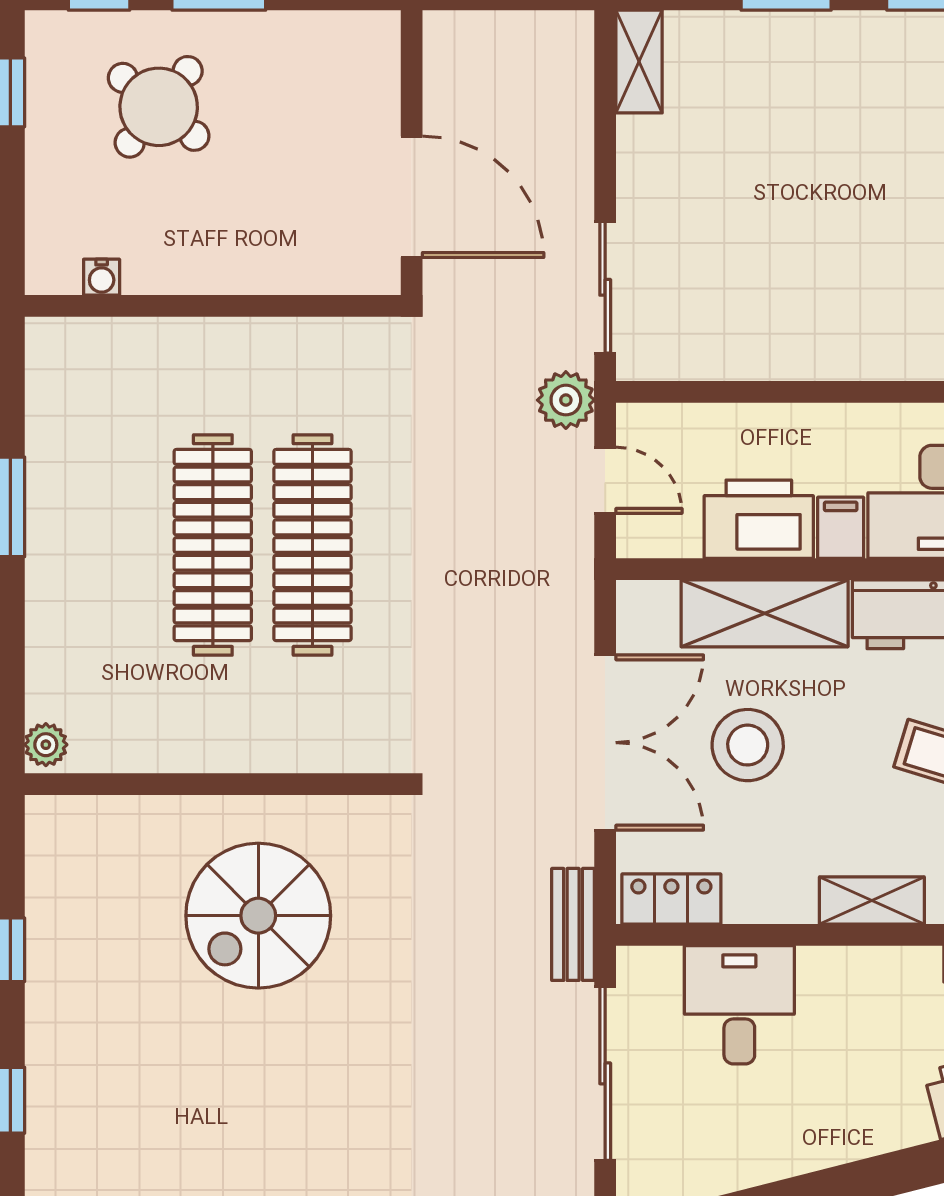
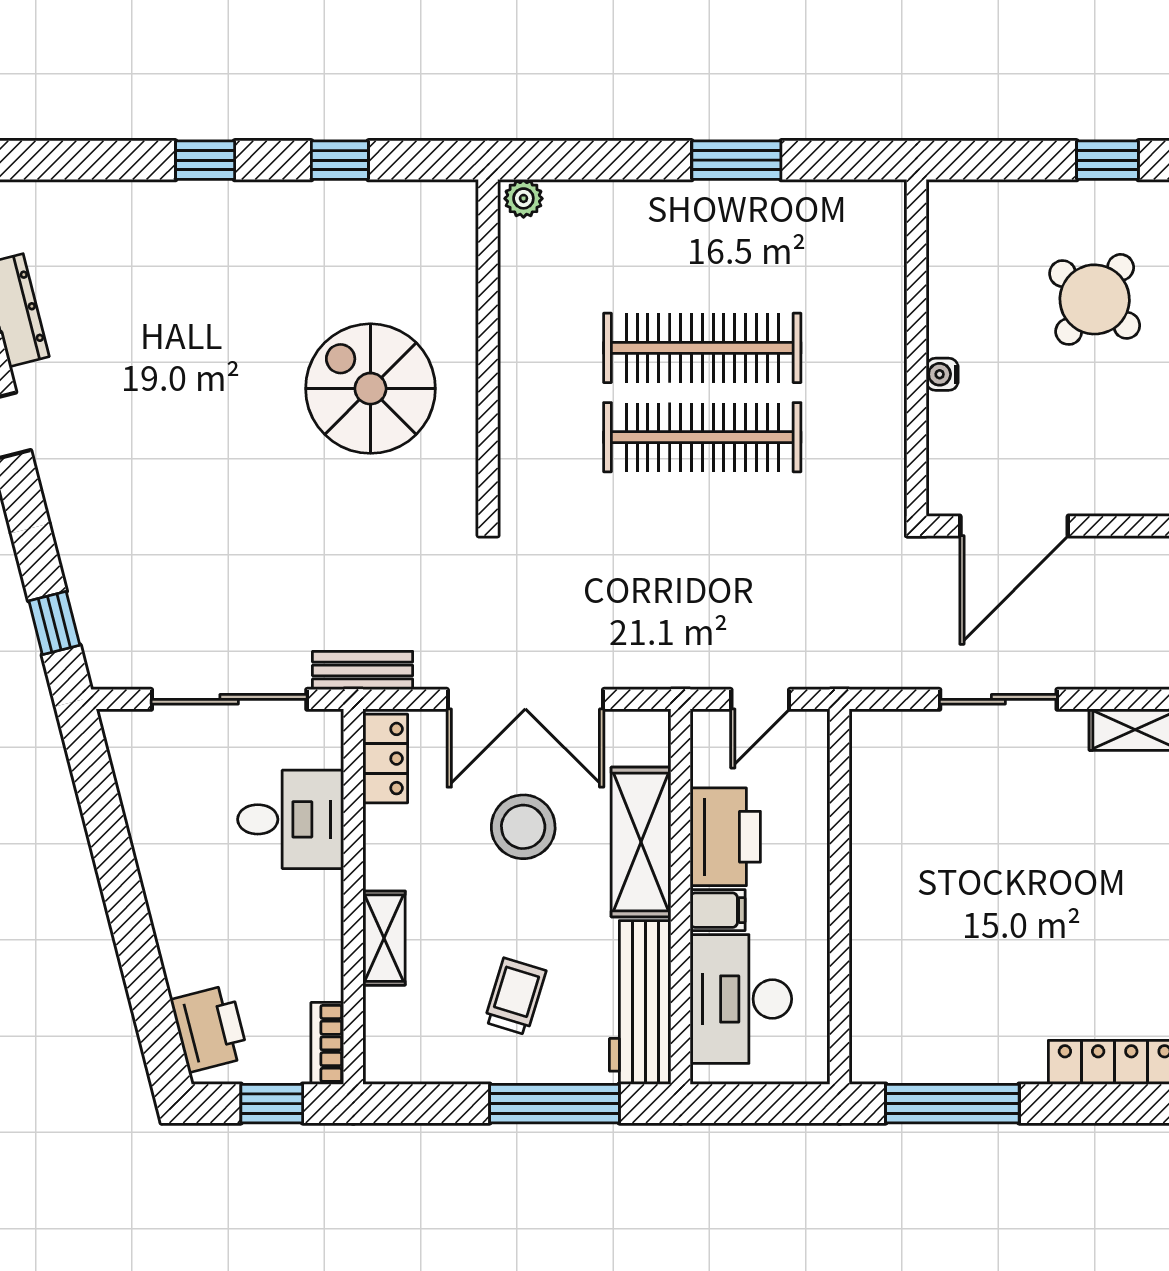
water cooler: (102, 277) -> (942, 374), moved
sliding door: (605, 287) -> (998, 699), moved
plant: (566, 400) -> (832, 664), removed

